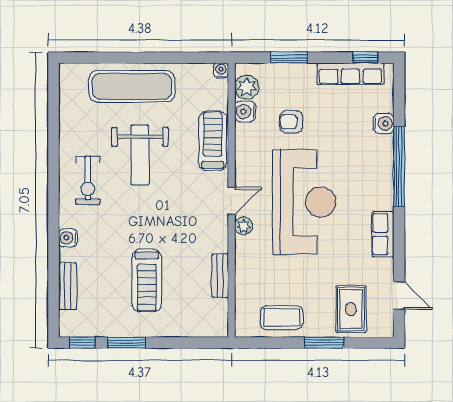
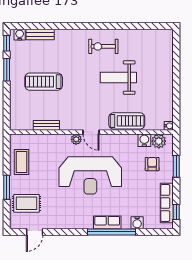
exercise mat: (132, 86) -> (159, 73), removed
armchair: (291, 122) -> (152, 164), moved
row of seats: (383, 234) -> (107, 222), moved
water cooler: (68, 238) -> (20, 35), moved

